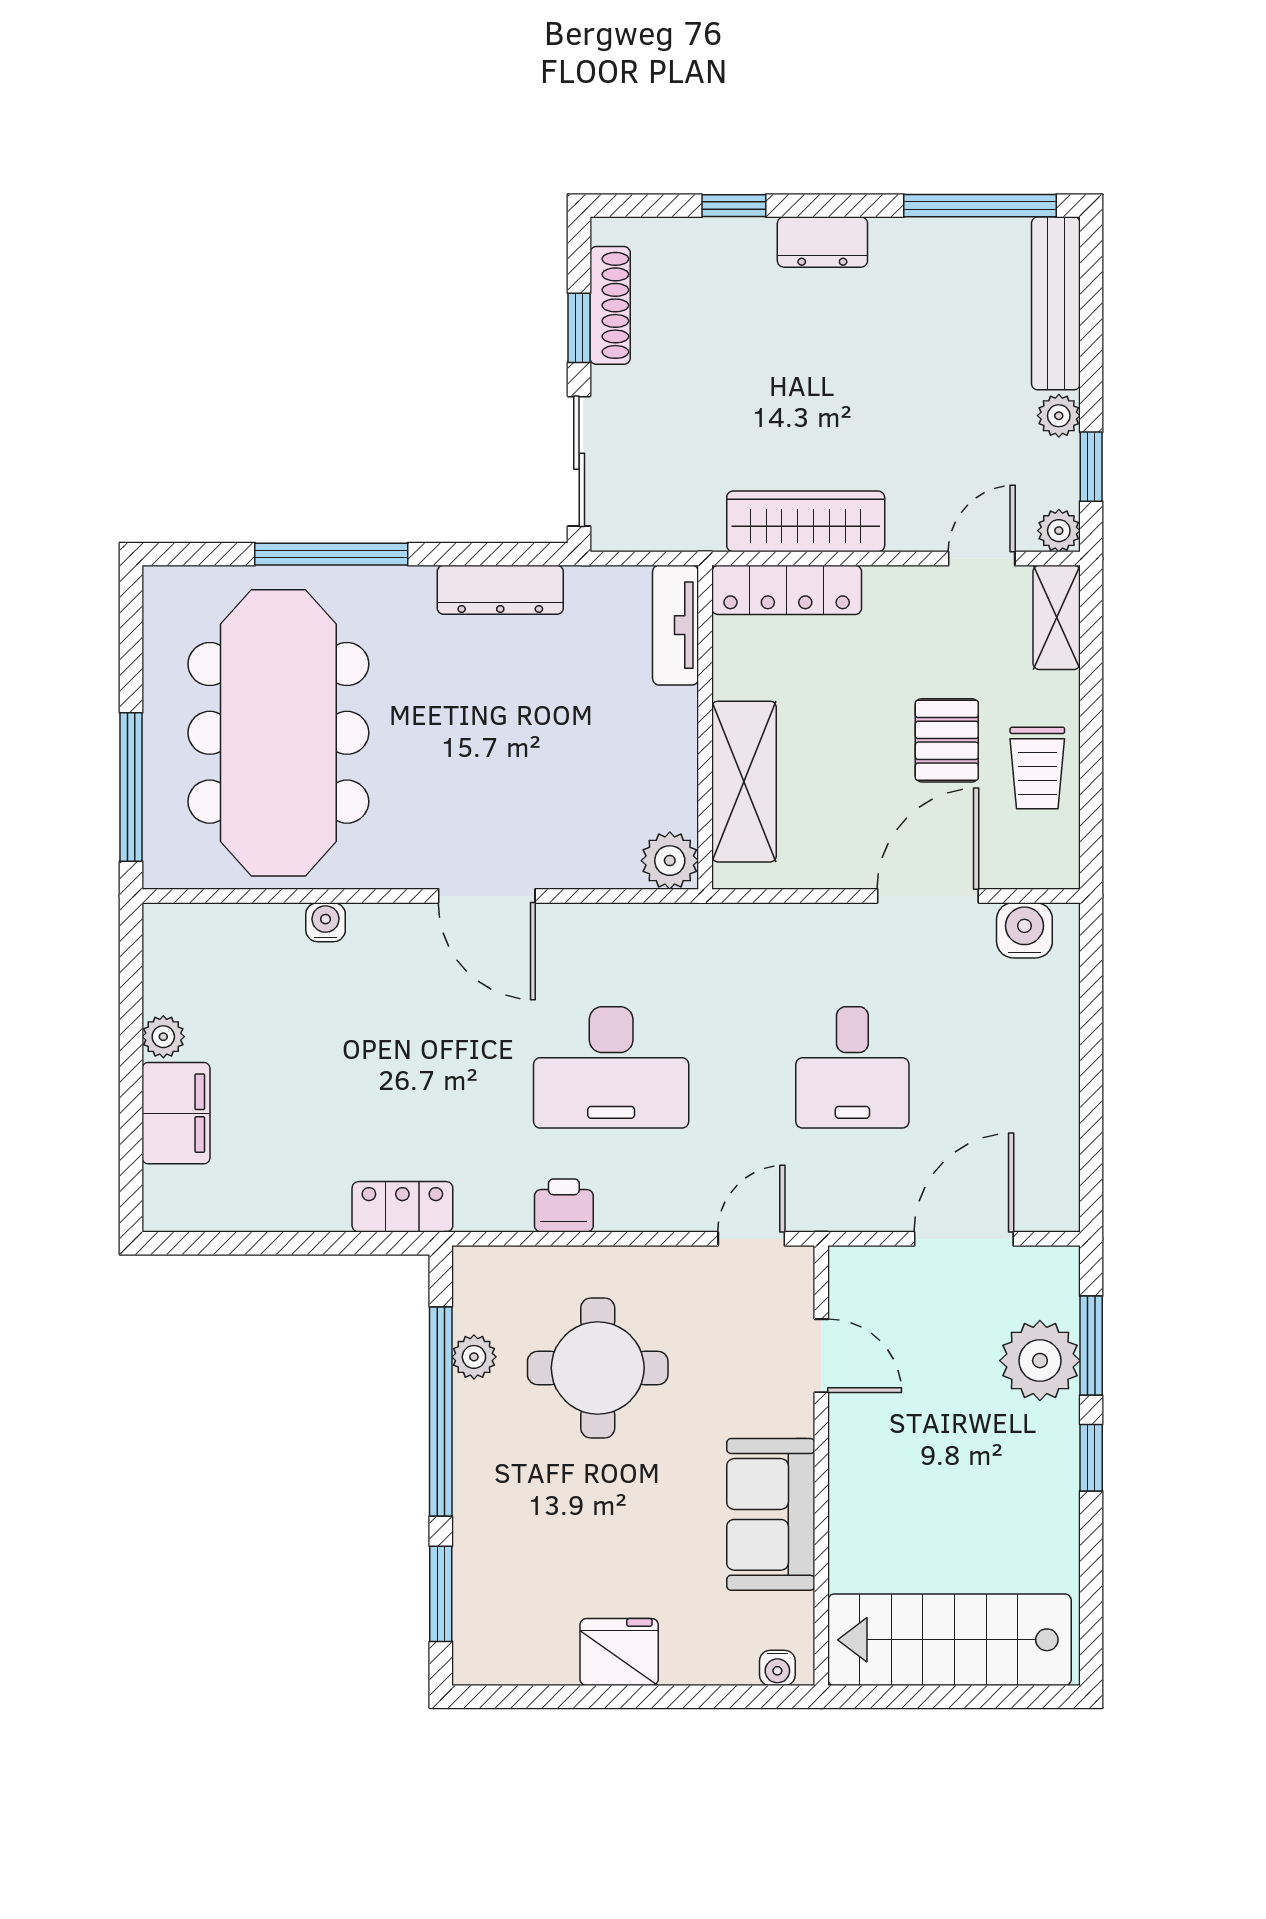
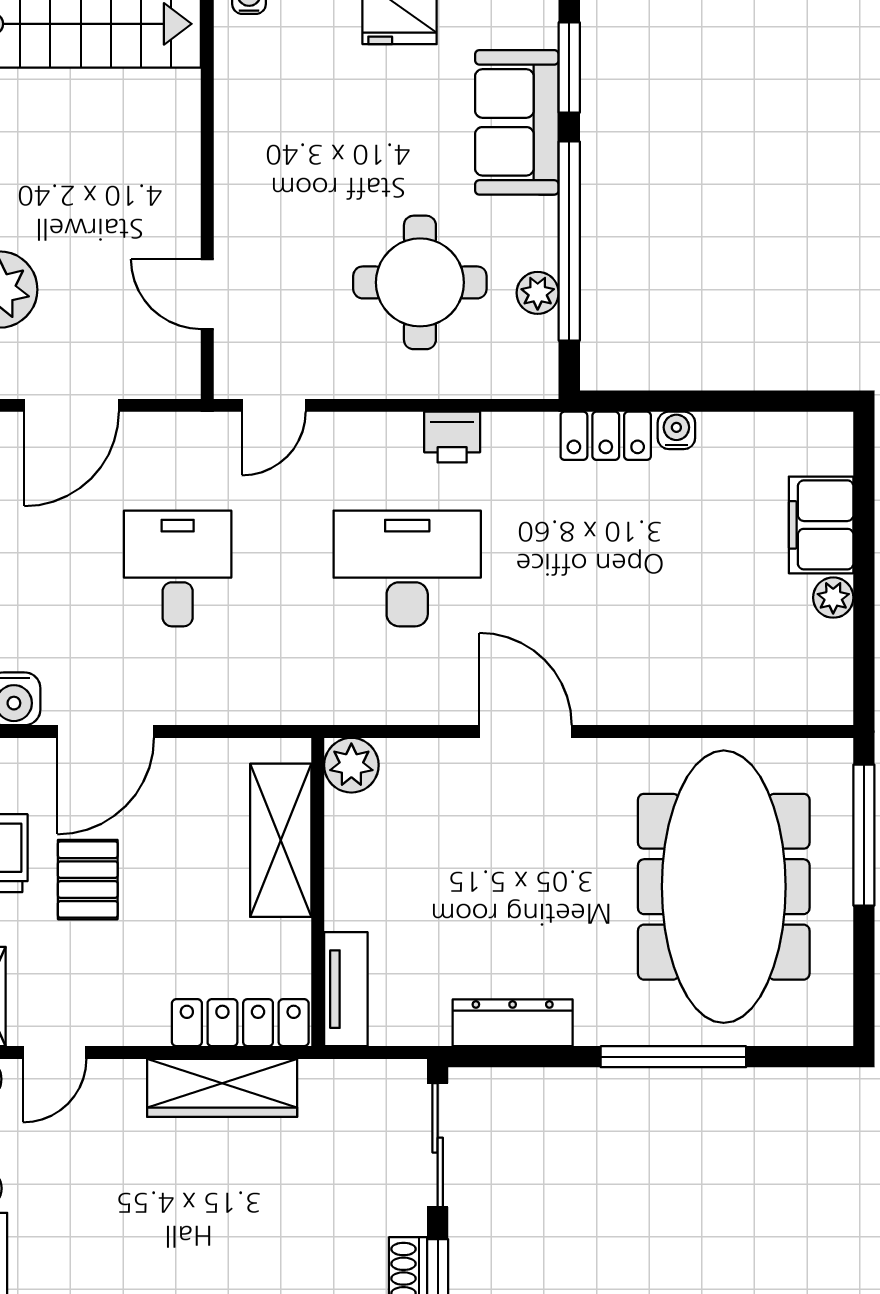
water cooler: (326, 922) -> (676, 430), moved, turned 180
sofa: (771, 1514) -> (517, 122), moved, turned 180

